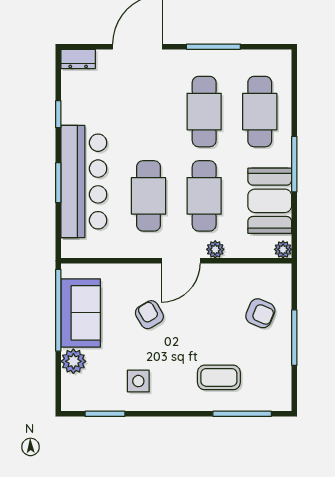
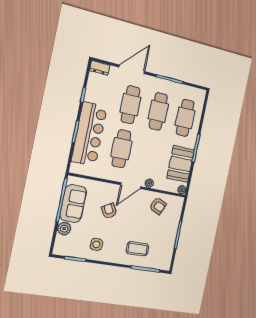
cafe table: (204, 196) -> (130, 105), moved
armchair: (260, 313) -> (158, 206), moved

